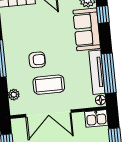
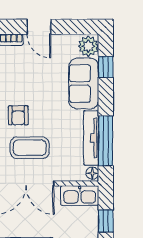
armchair: (37, 60) -> (18, 115), turned 90
kitchen sink: (96, 118) -> (80, 196), width x1.38

